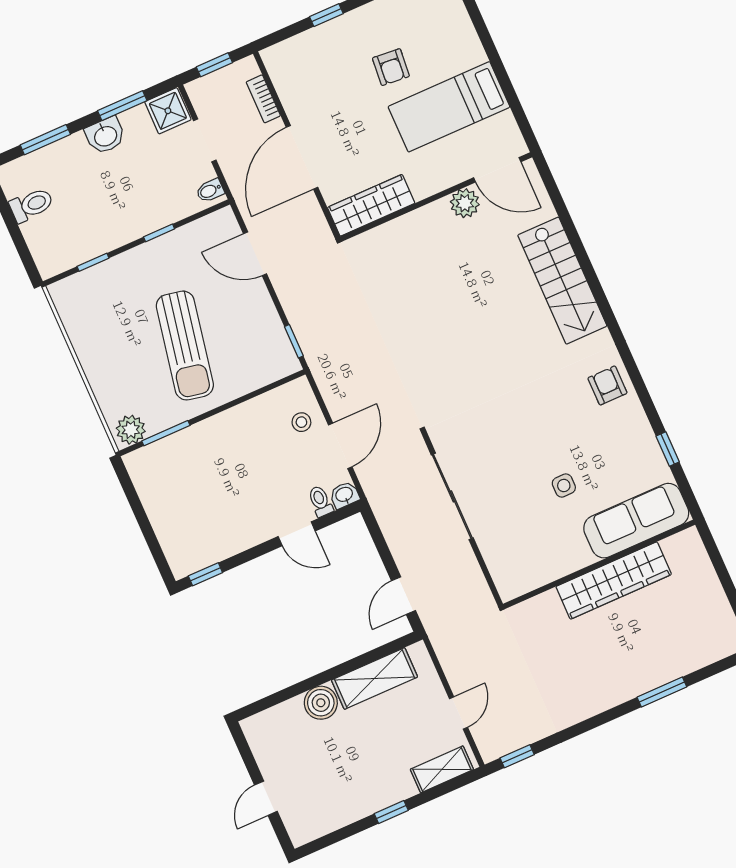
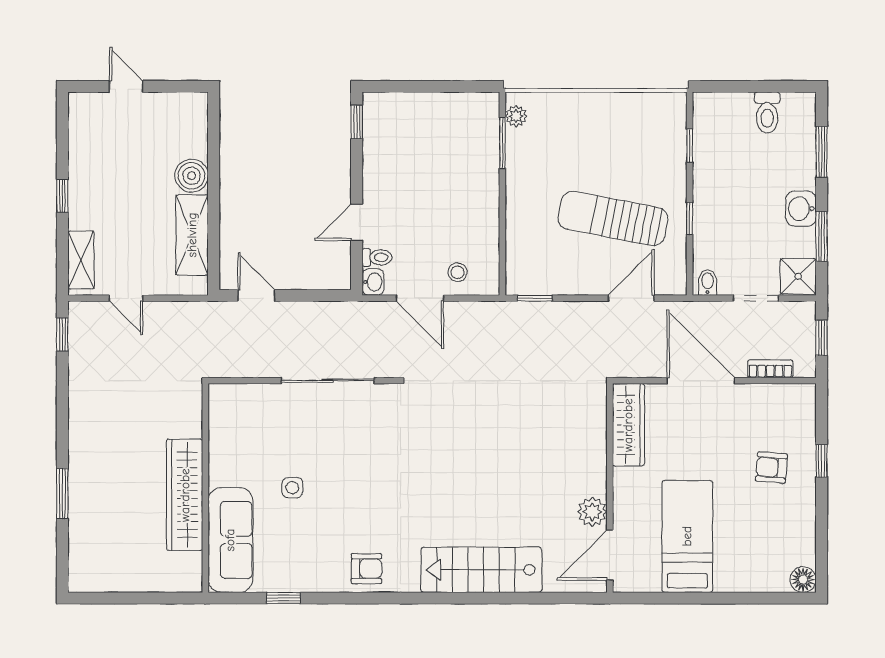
armchair: (391, 67) -> (771, 467), moved
sun lounger: (185, 346) -> (613, 218), moved
plant: (131, 430) -> (516, 116), width x0.73, depth x0.73

